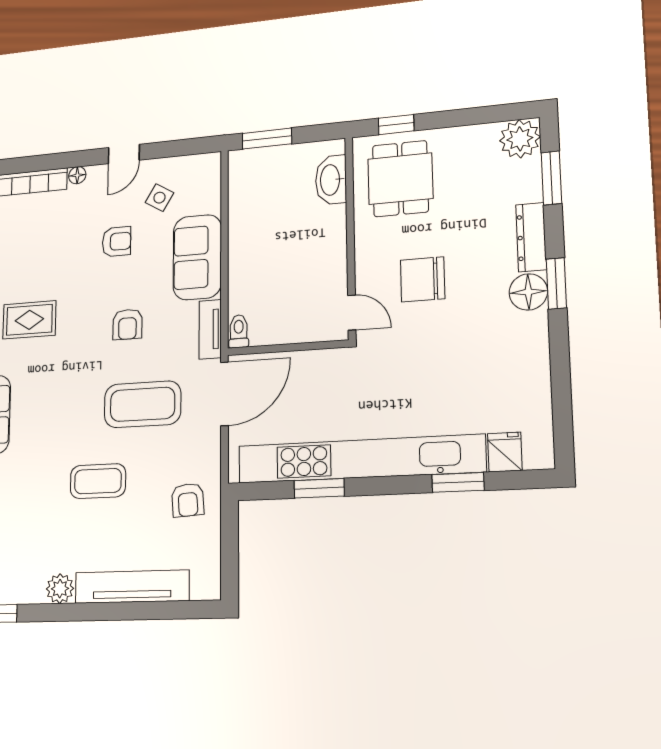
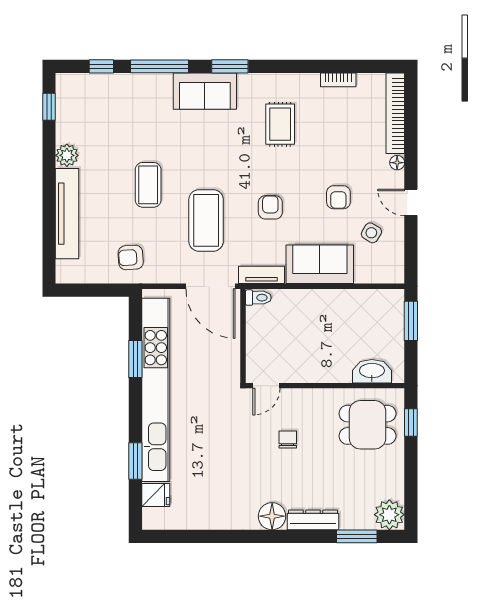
chair: (423, 279) -> (288, 439), width x0.54, depth x0.54
window: (556, 283) -> (277, 536), removed
armchair: (127, 324) -> (270, 207), turned 90

